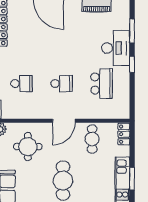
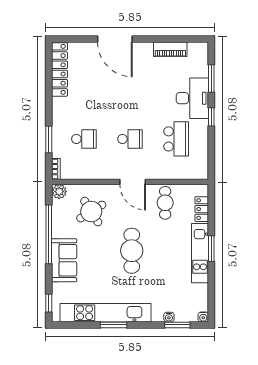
door: (64, 121) -> (133, 182), hinge flipped
locker: (124, 134) -> (202, 209), moved
round table: (28, 147) -> (91, 212), turned -32

